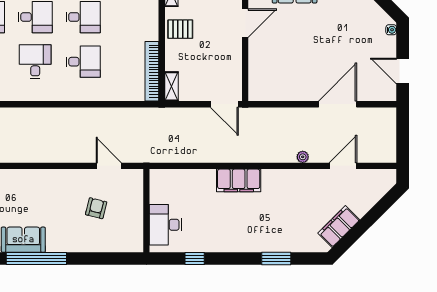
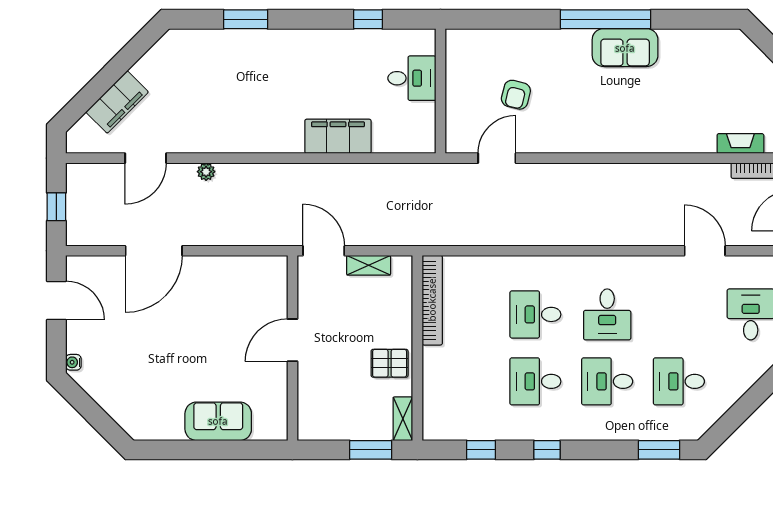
door: (245, 23) -> (292, 340), moved
shelving: (172, 86) -> (369, 265), moved, turned 90
window: (403, 134) -> (56, 207), added
door: (109, 166) -> (497, 158), swing flipped
filing cabinet: (239, 180) -> (338, 136), moved
desk: (165, 225) -> (412, 78), width x0.73
filing cabinet: (339, 227) -> (117, 102), moved

